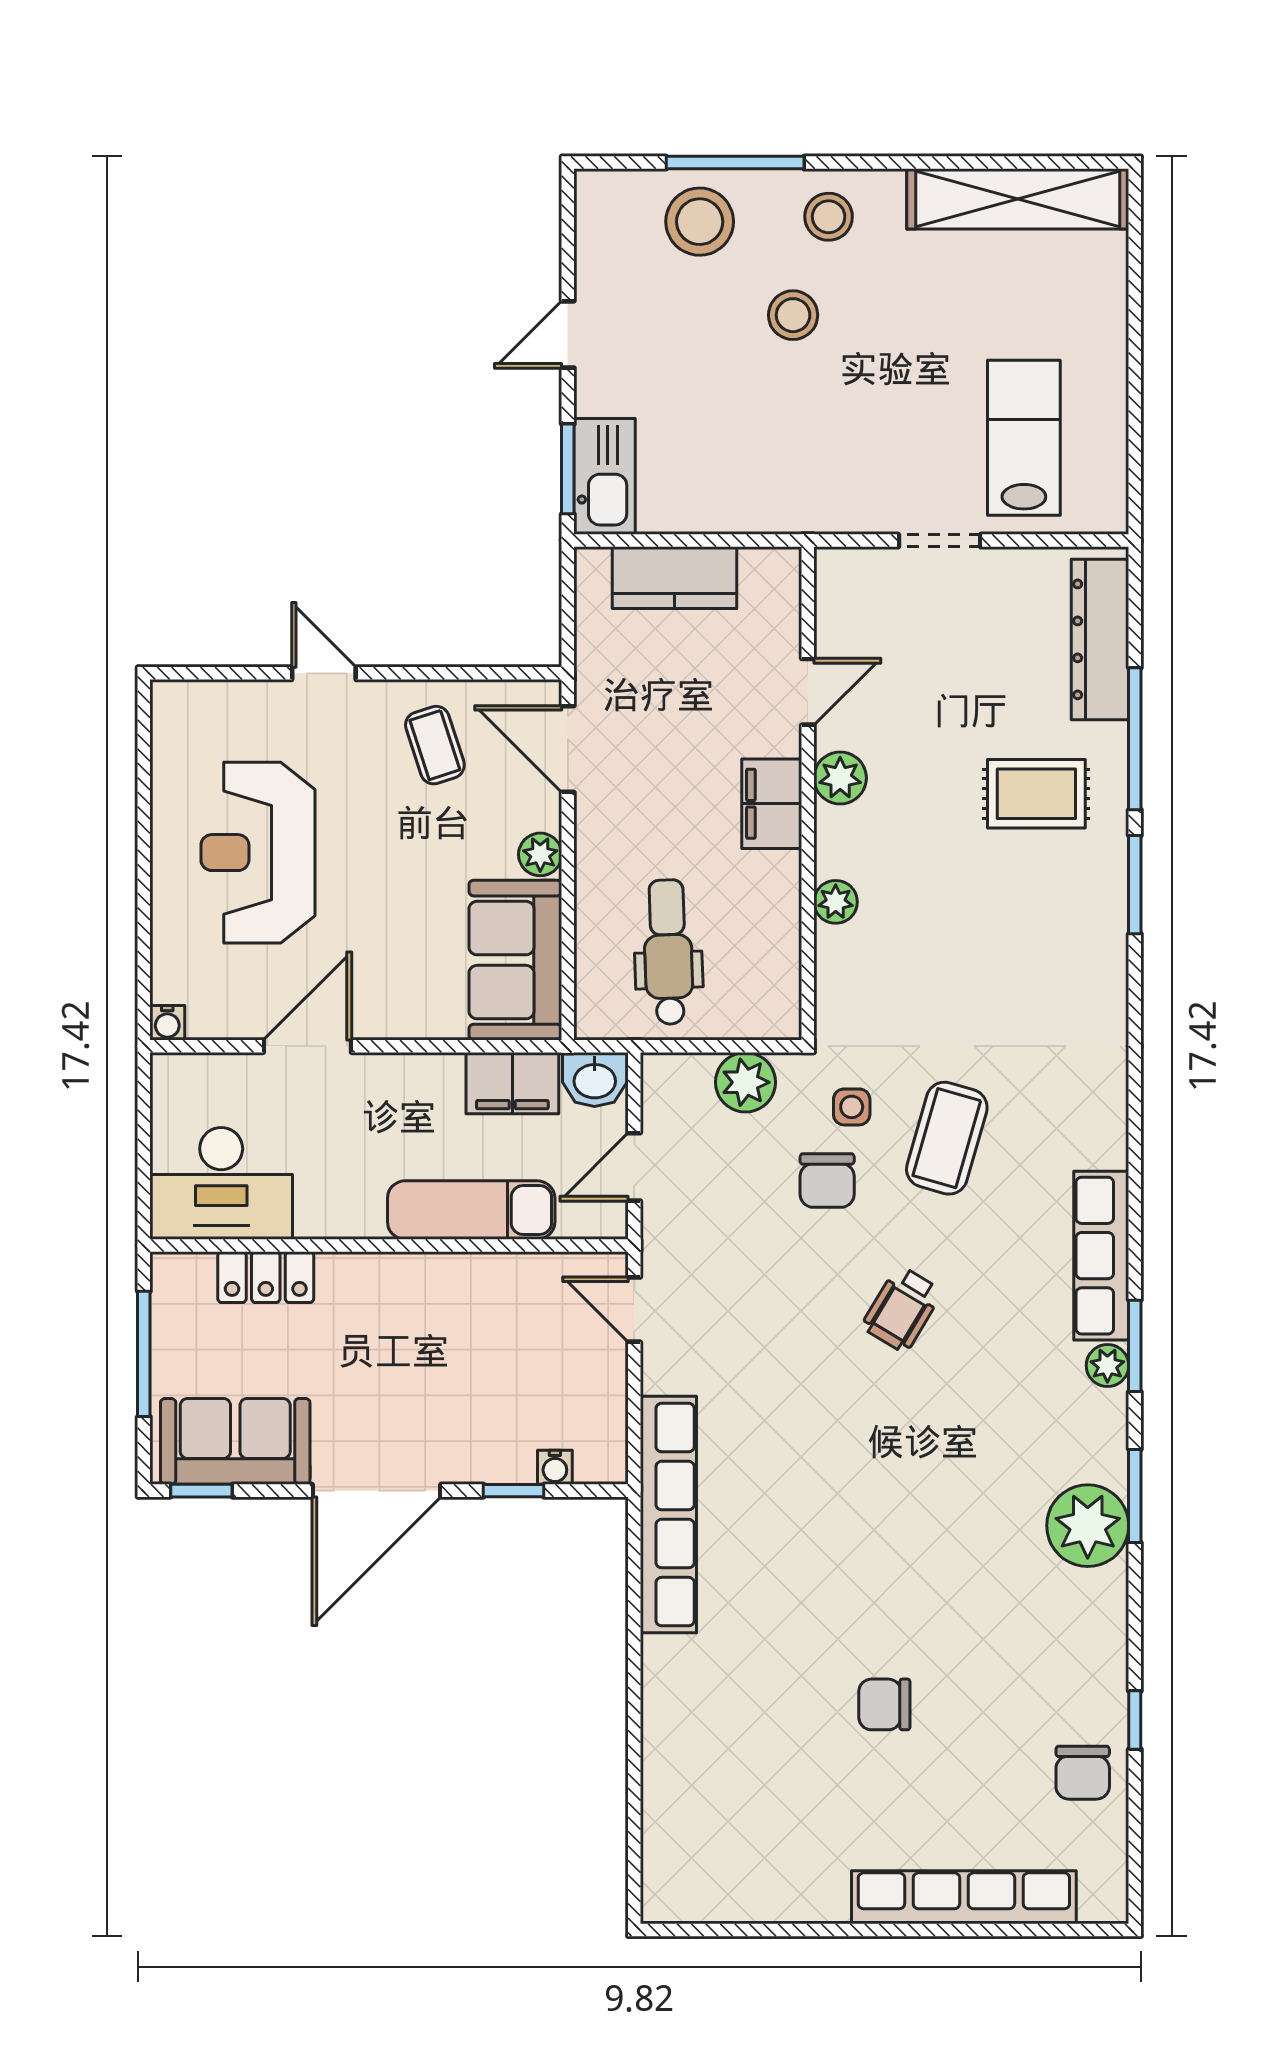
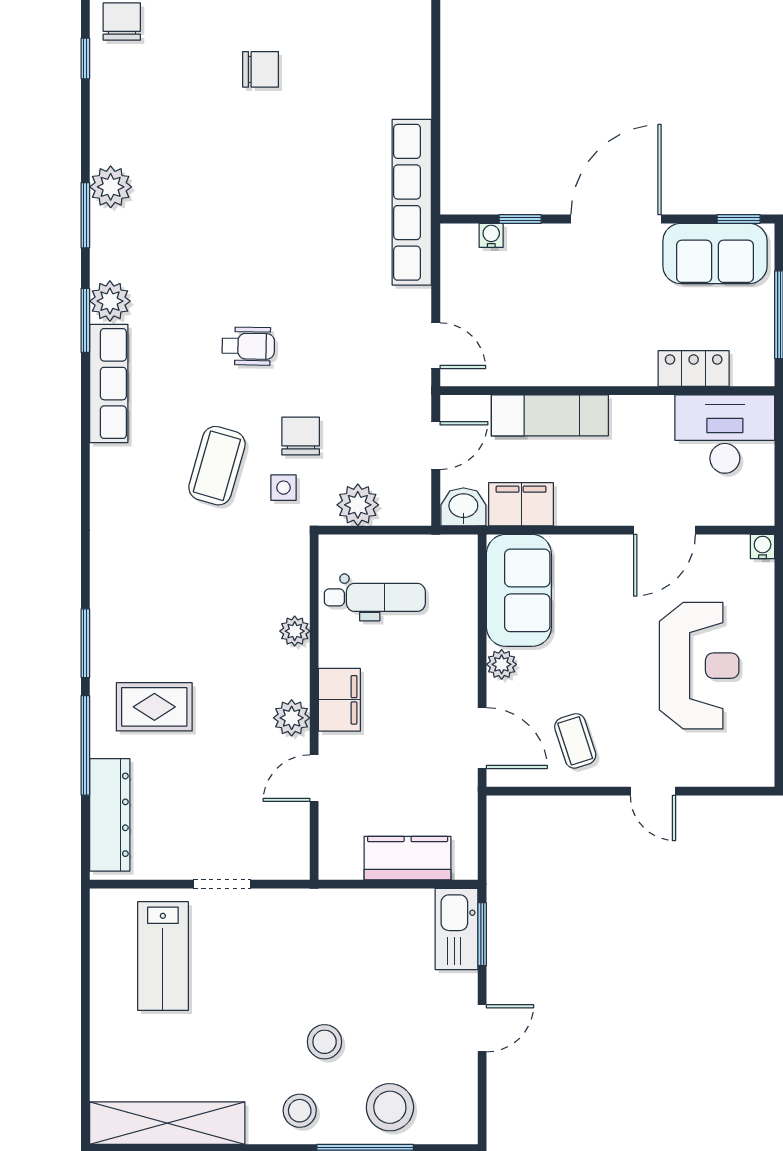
dental chair: (668, 952) -> (375, 597), moved, turned -88
wheelchair: (902, 1309) -> (248, 346), turned 60
plant: (1107, 1365) -> (110, 301), width x1.38, depth x1.38
plant: (1088, 1526) -> (111, 187), width x0.73, depth x0.73

